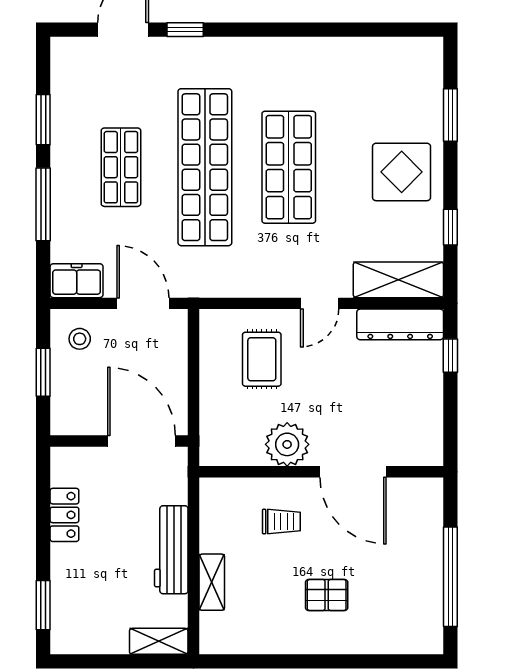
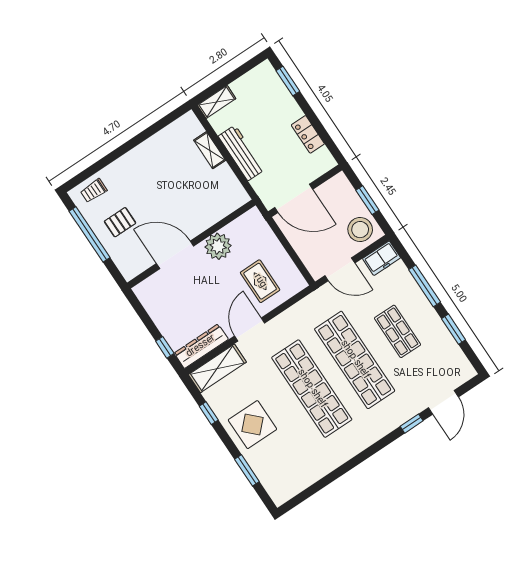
shop shelf: (289, 167) -> (312, 389), width x1.40
door: (320, 303) -> (250, 329), width x1.38
stool: (80, 339) -> (360, 230), width x1.89, depth x1.89
trolley: (281, 522) -> (94, 191), moved
pallet: (327, 595) -> (120, 222), moved

